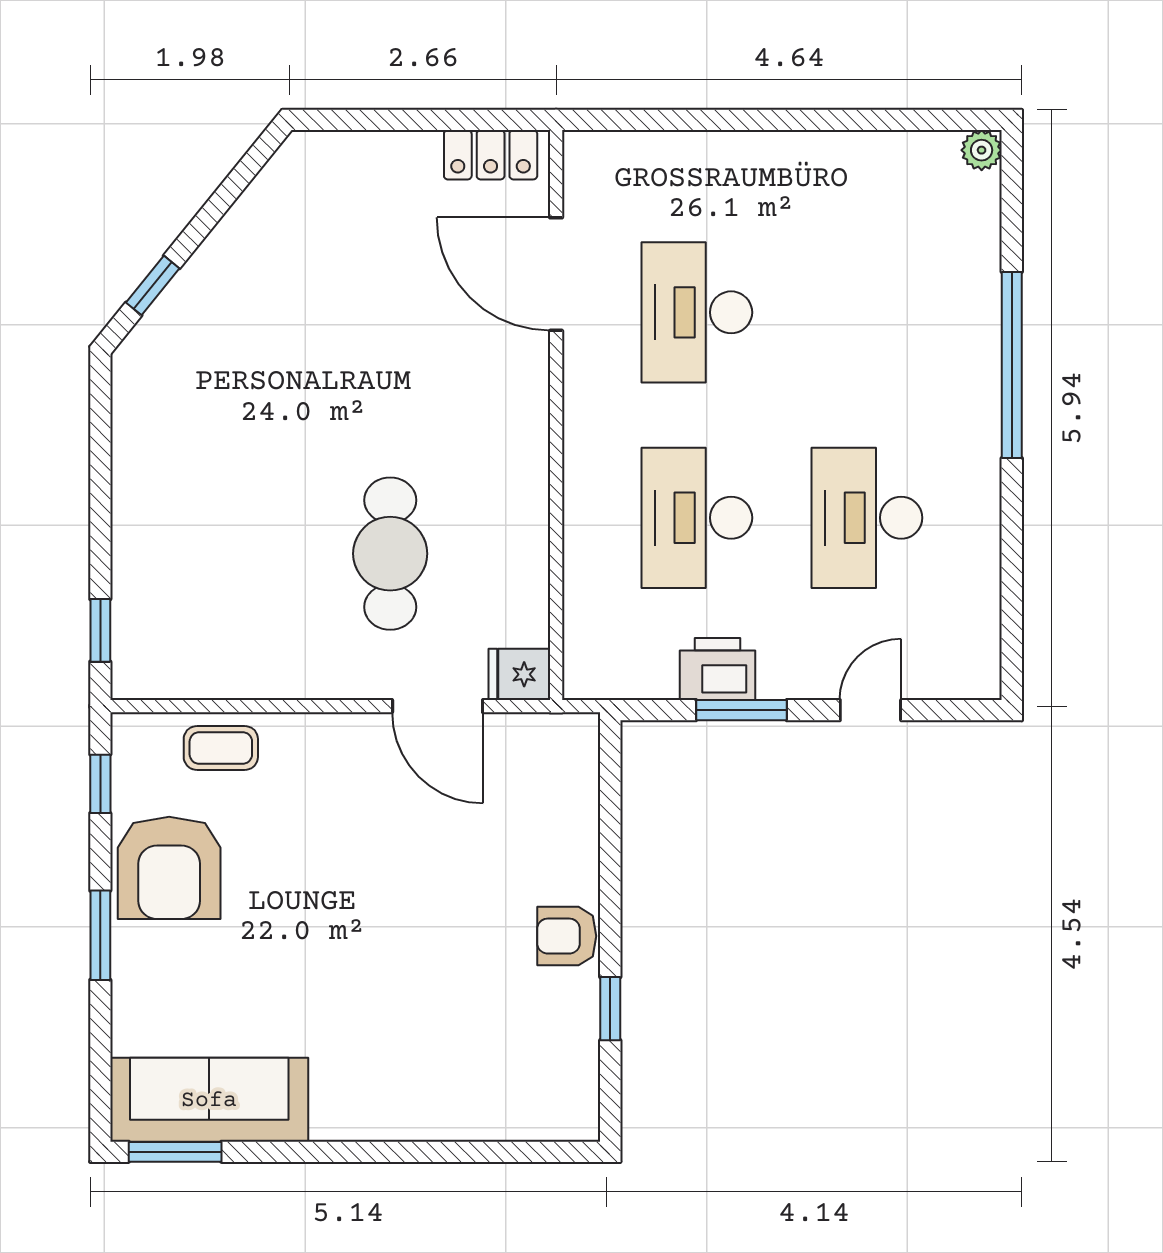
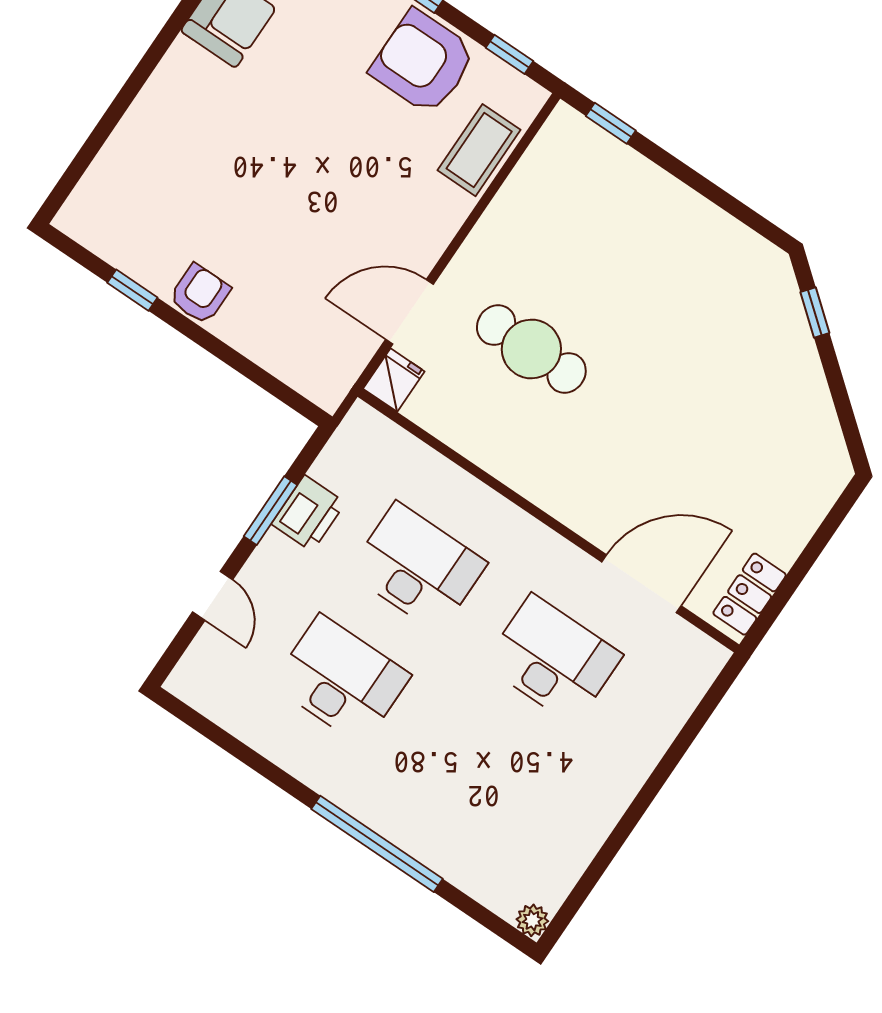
coffee table: (221, 748) -> (479, 150), width x1.36, depth x1.30

